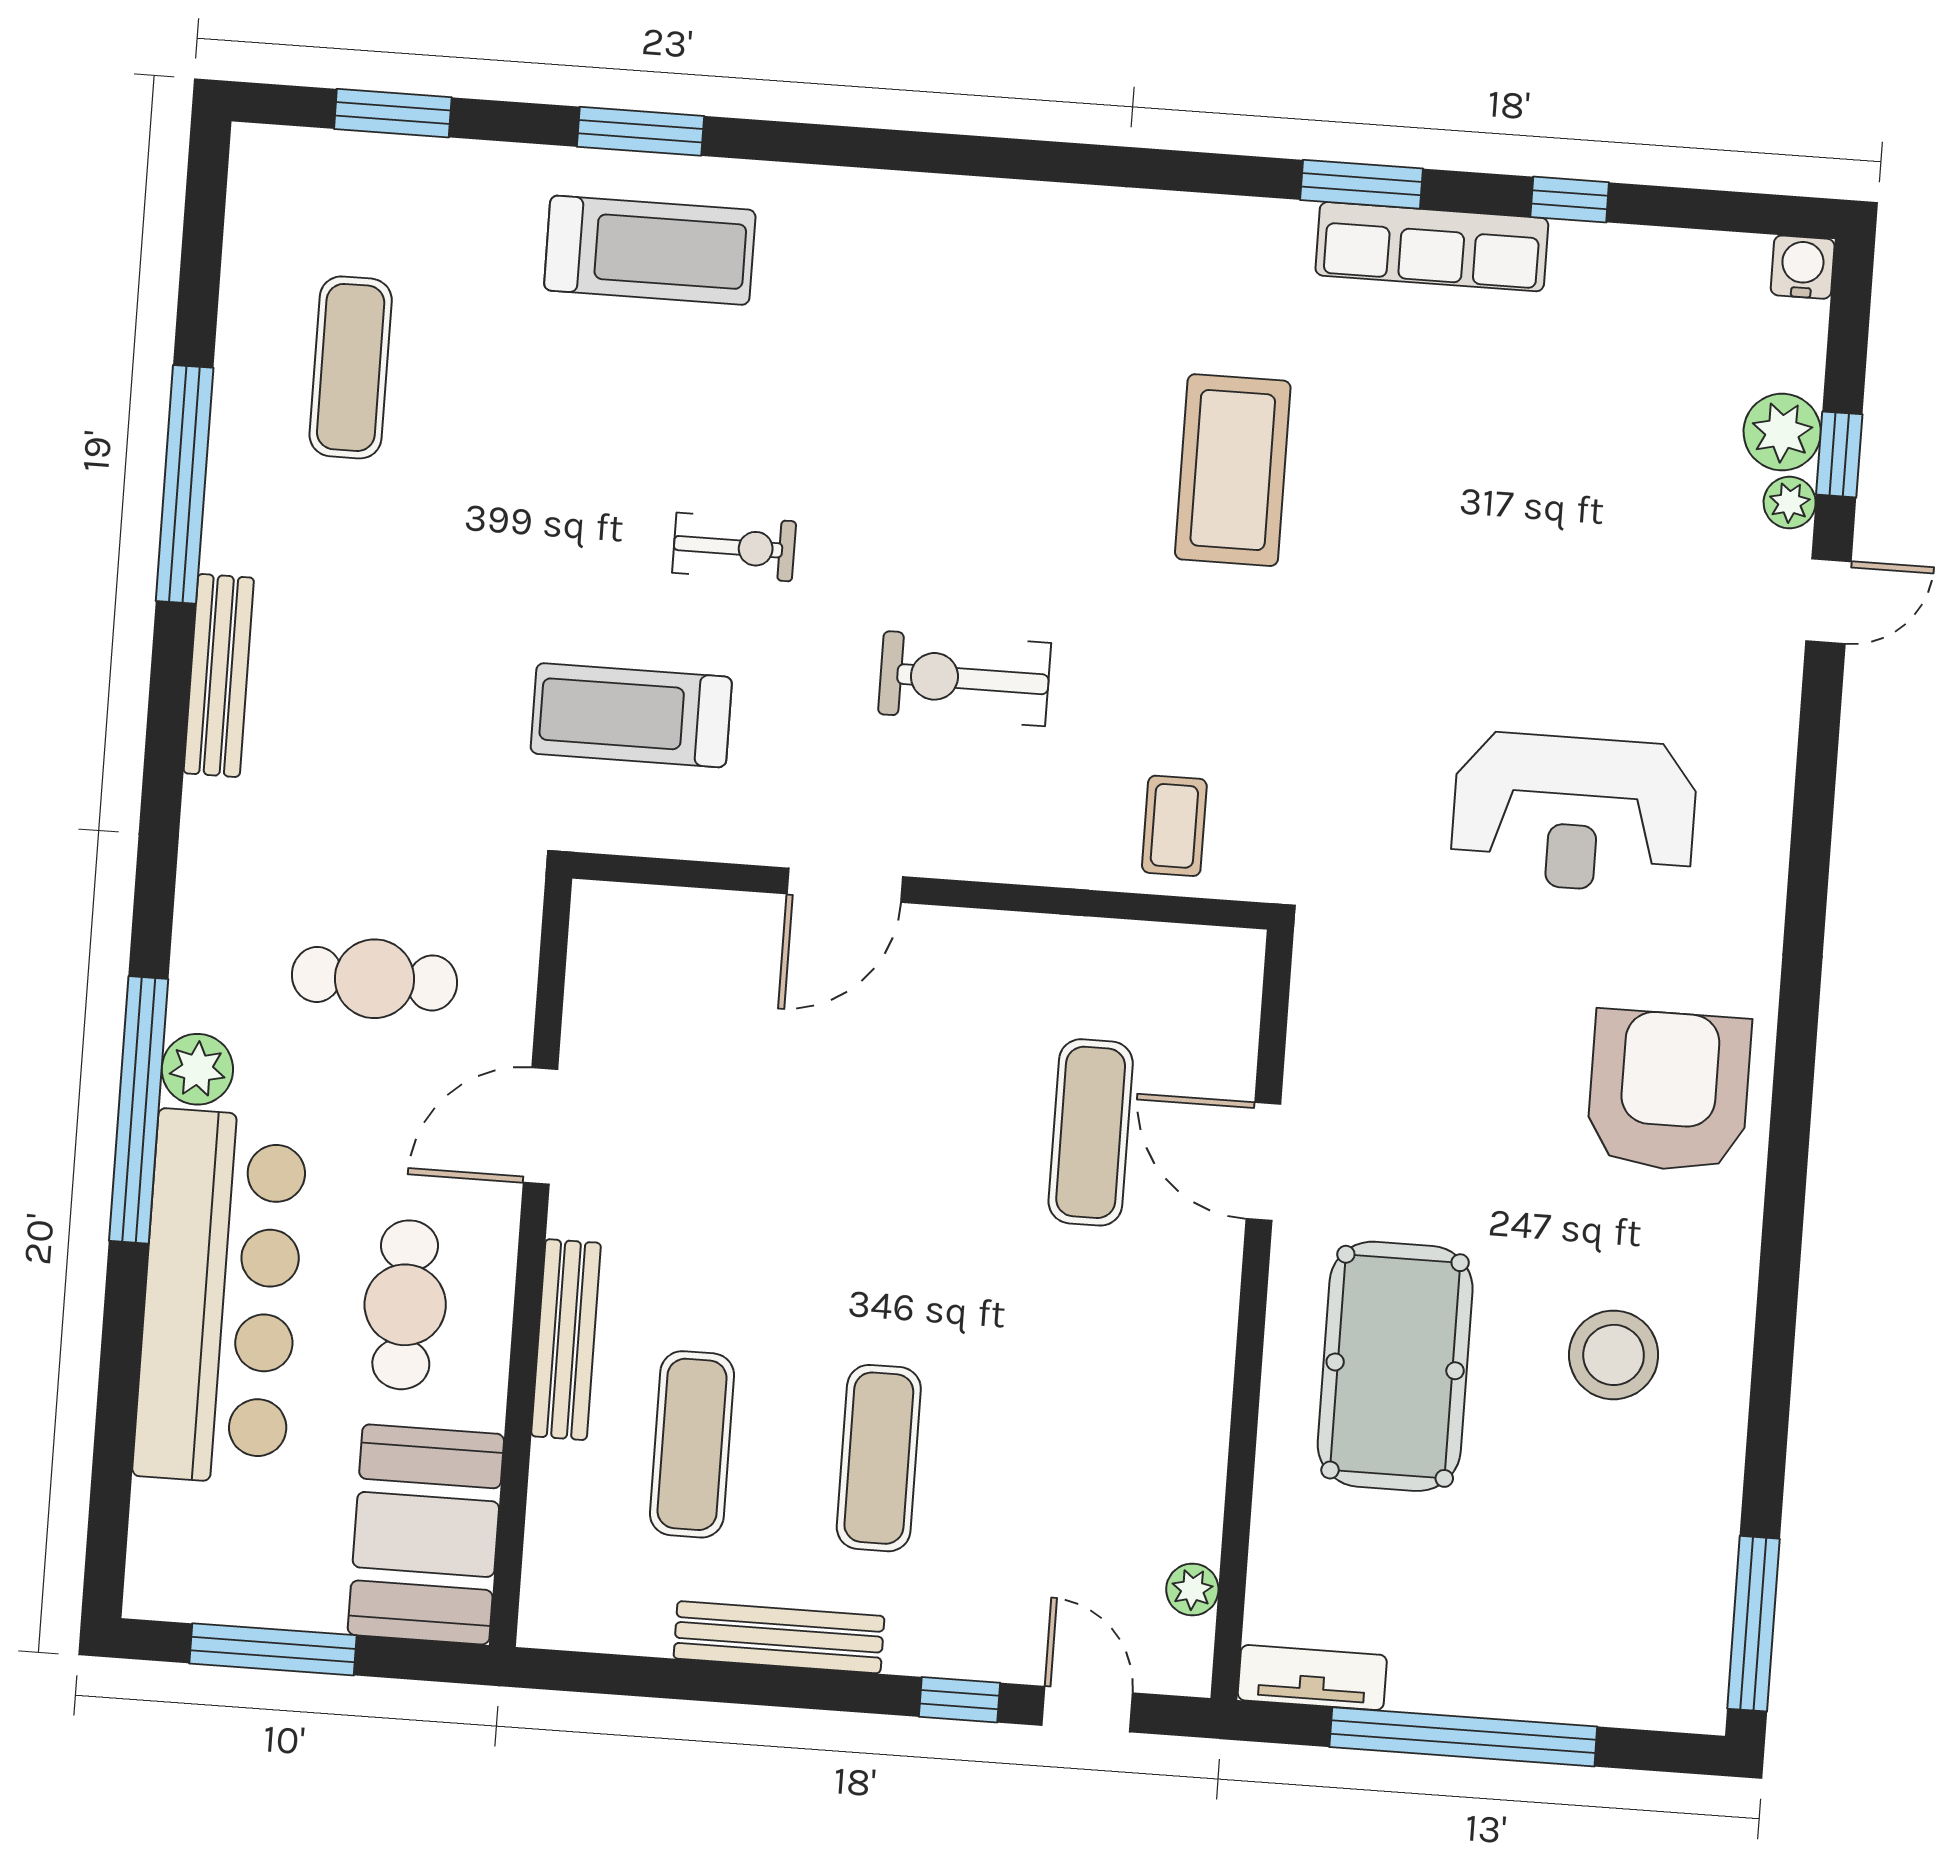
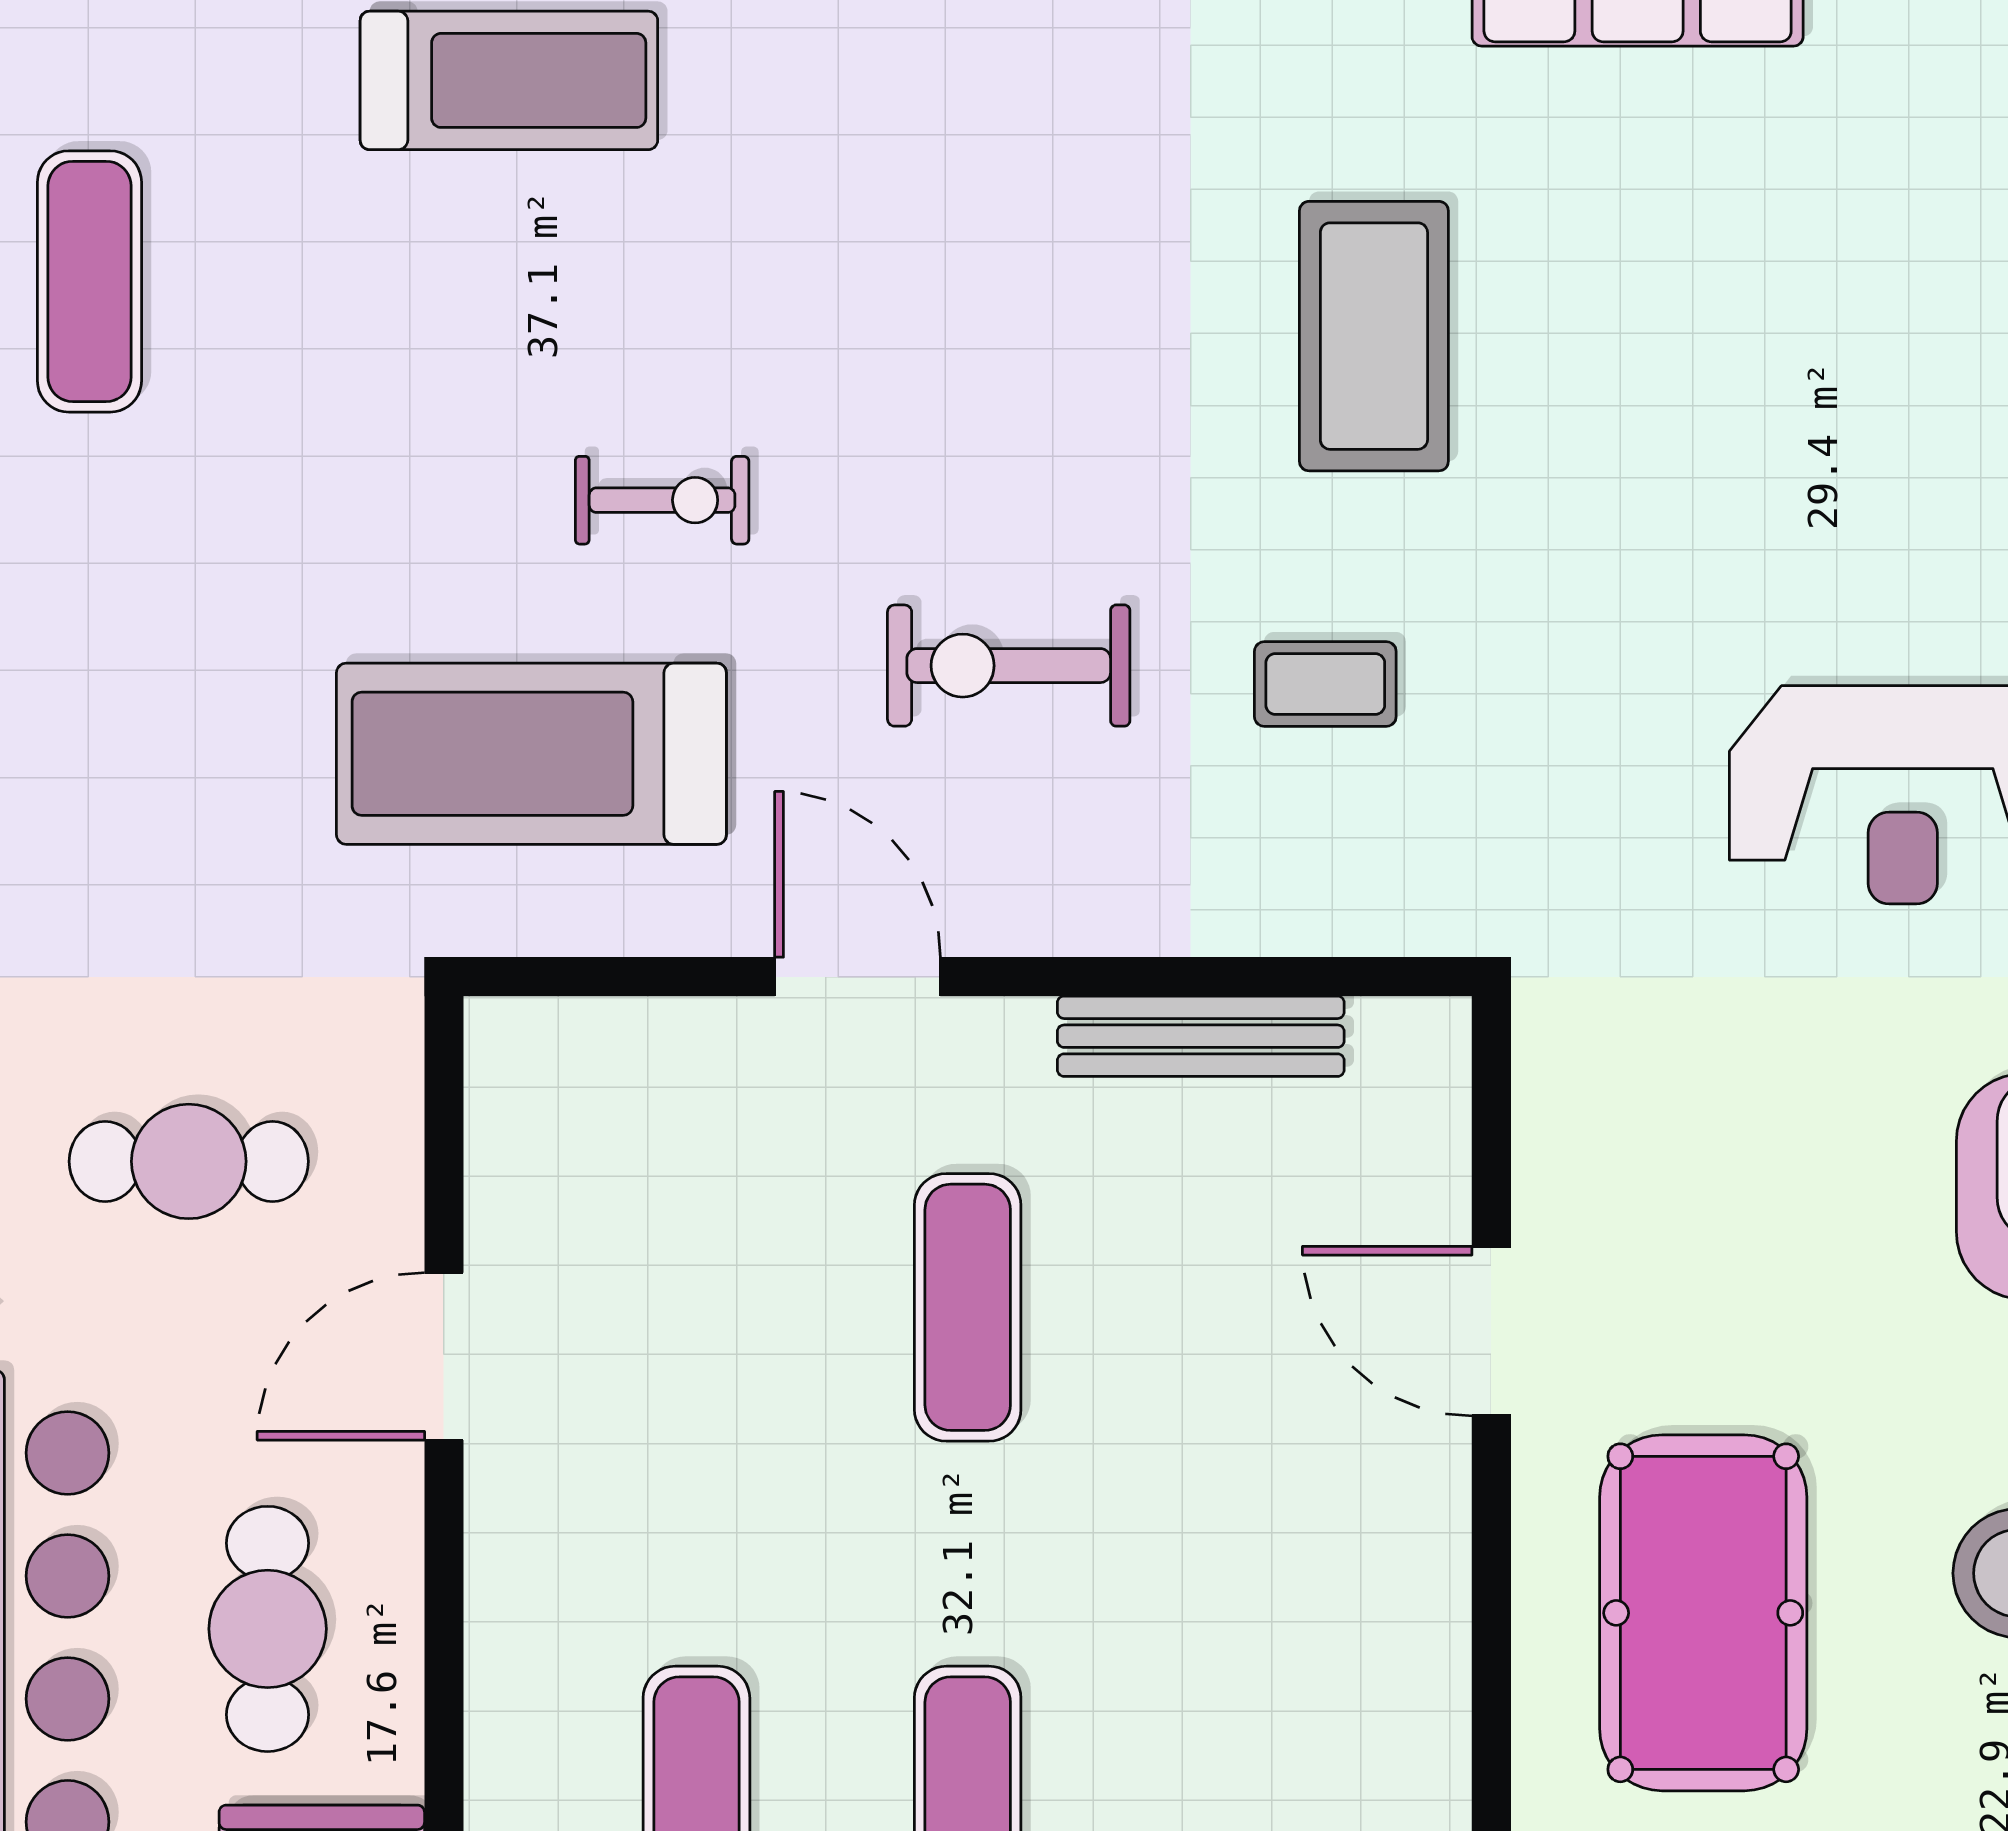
treadmill: (631, 715) -> (531, 754), width x1.37, depth x1.38
coffee table: (1174, 826) -> (1325, 684), moved, turned 90
door: (845, 885) -> (858, 977), swing flipped
exercise mat: (1091, 1132) -> (968, 1307), moved
bench: (566, 1340) -> (1201, 1036), moved, turned 90

